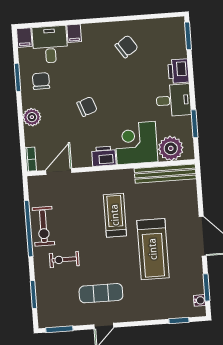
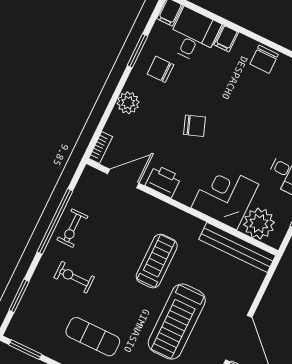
chair: (127, 46) -> (264, 59), moved, turned 124
chair: (41, 81) -> (161, 69), turned -90
printer: (104, 156) -> (163, 181), moved
exercise bike: (43, 226) -> (72, 228), width x0.73, depth x0.72

